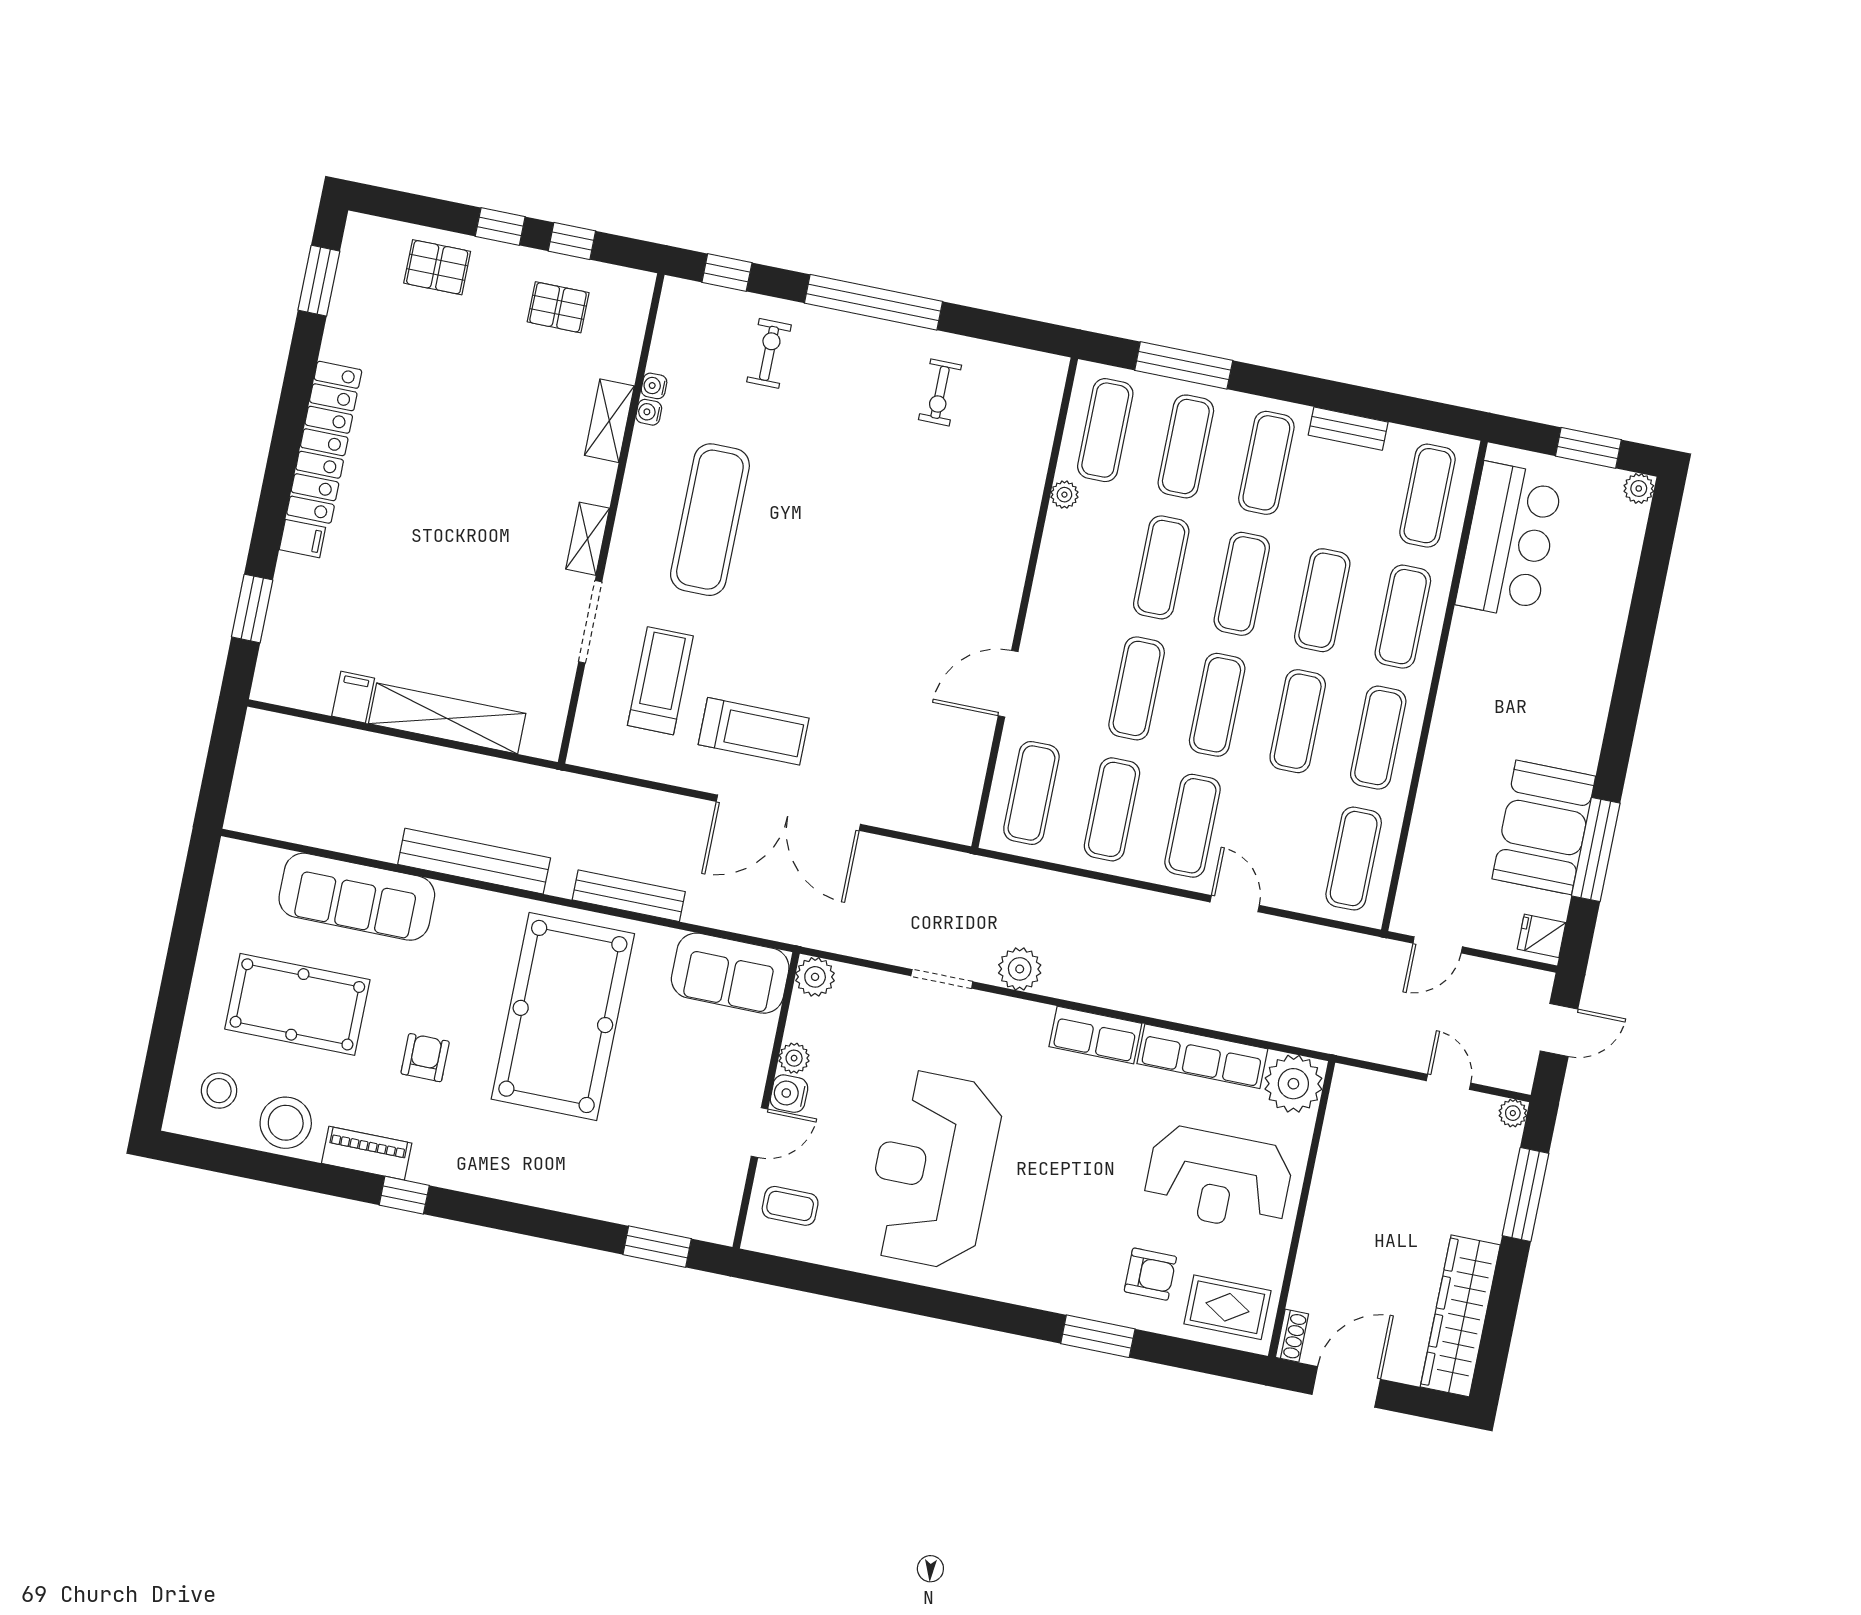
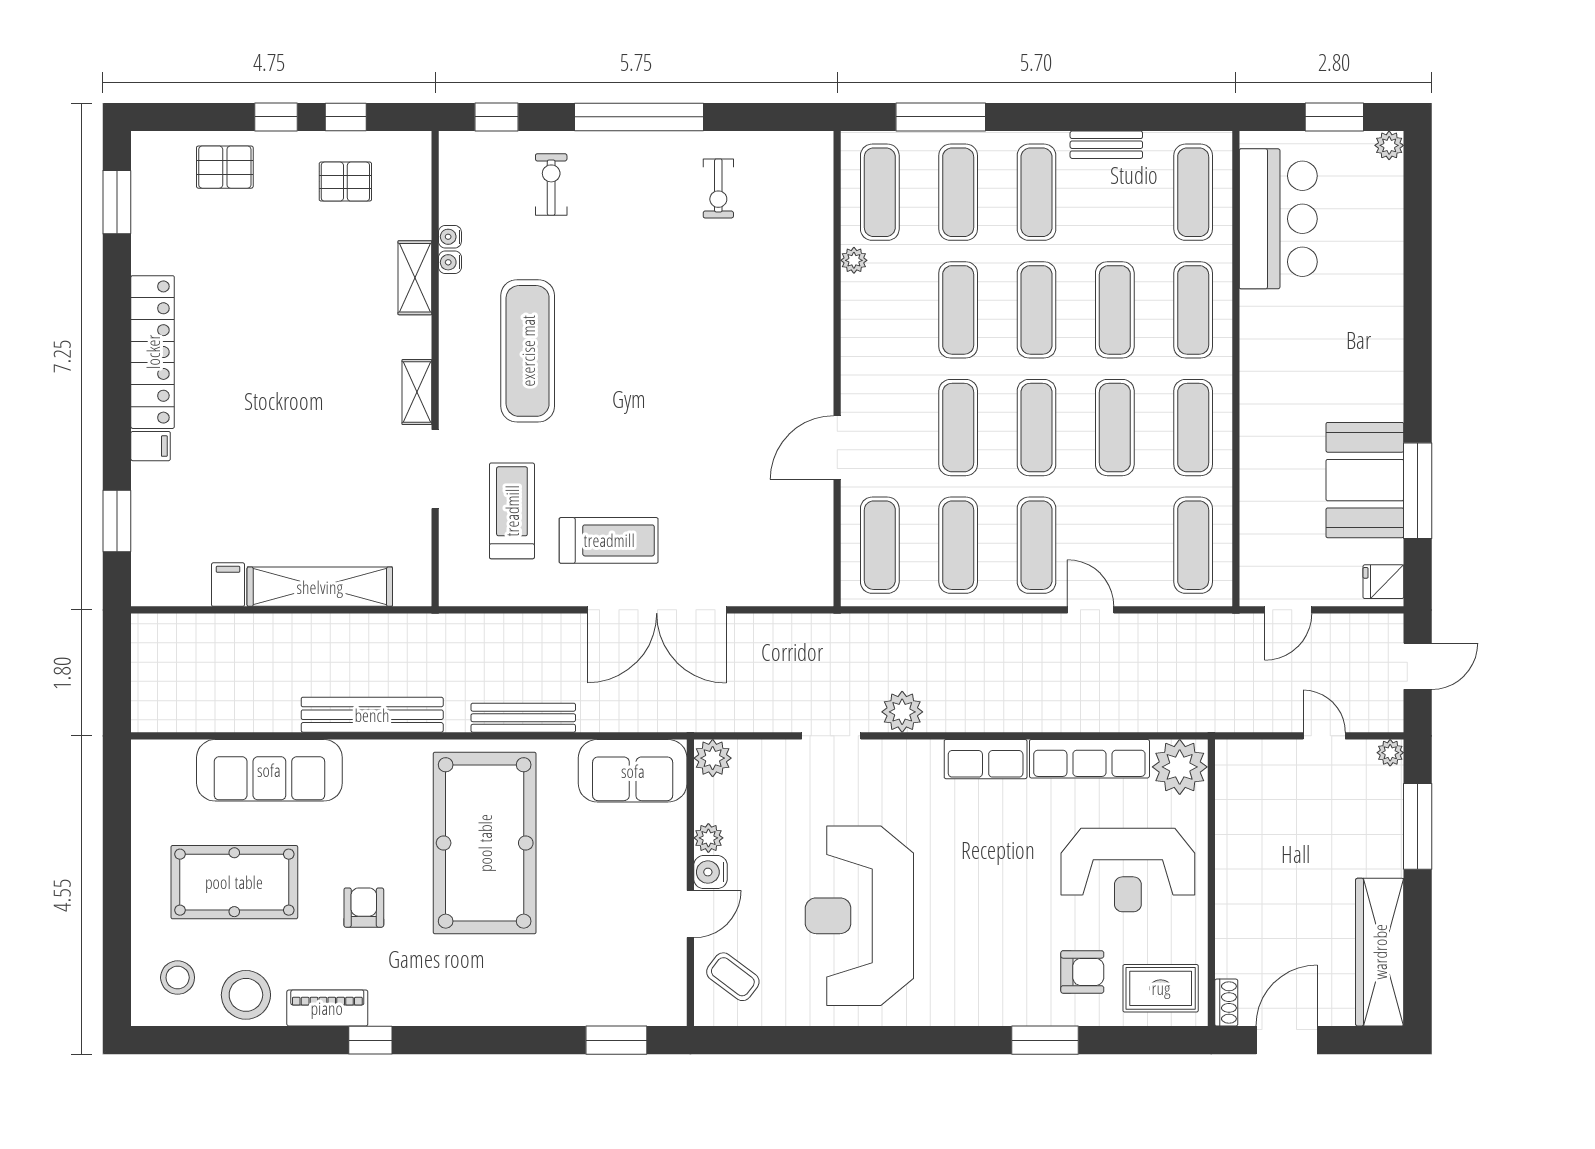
coffee table: (790, 1206) -> (733, 977), turned 37

